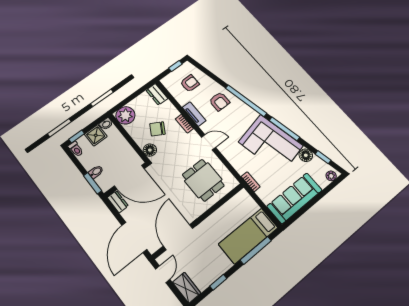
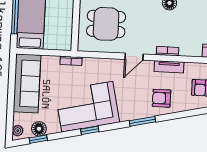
window: (246, 101) -> (142, 121), width x0.47
chair: (157, 129) -> (183, 25), removed
window: (284, 129) -> (90, 130), width x0.46
floor lamp: (306, 155) -> (39, 129), moved

